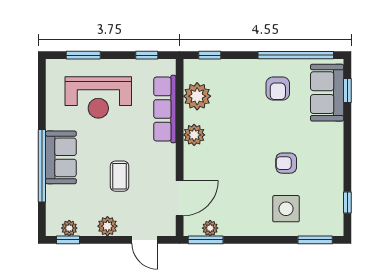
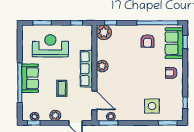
plant: (197, 96) -> (104, 32), moved
reception desk: (98, 97) -> (50, 46), turned 180
row of seats: (165, 109) -> (86, 69), moved
armchair: (286, 163) -> (171, 73), moved
door: (180, 198) -> (94, 100), hinge flipped

